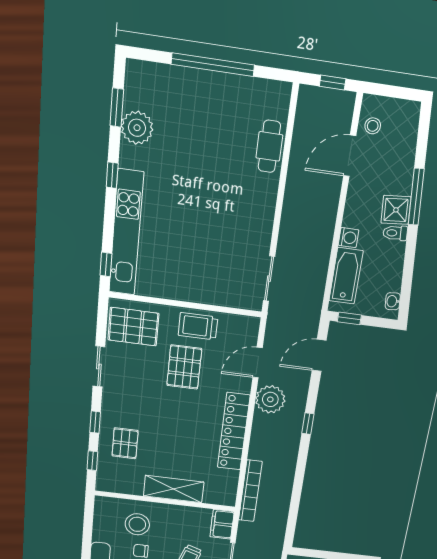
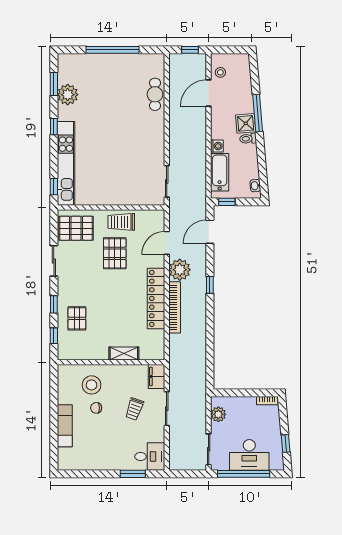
shelving: (174, 489) -> (124, 353), width x0.67, depth x0.75
bookcase: (250, 491) -> (175, 307), moved

